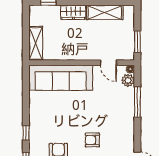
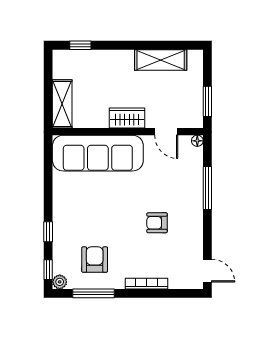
wardrobe: (73, 12) -> (127, 118), moved, turned 180
plant: (128, 80) -> (194, 157), removed
armchair: (92, 140) -> (157, 223), moved

